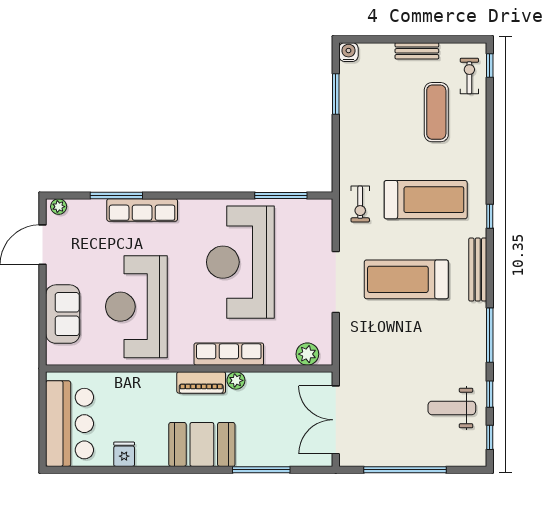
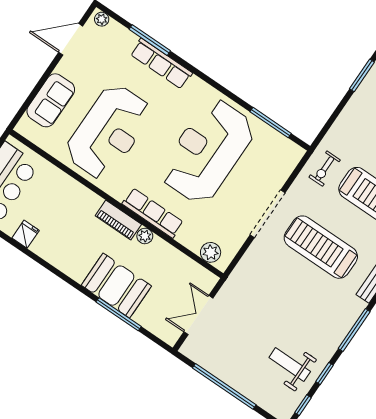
reception desk: (136, 307) -> (109, 132), turned 180
double door: (336, 420) -> (198, 315), width x0.73
booth: (202, 444) -> (116, 286), moved

